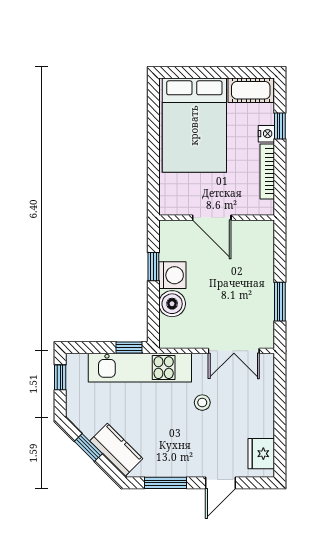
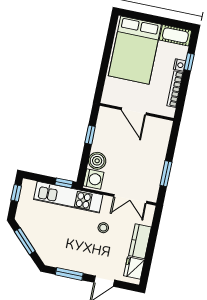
washing machine: (172, 275) -> (94, 179), moved
window: (88, 447) -> (25, 241), width x1.50
kitchen counter: (116, 450) -> (140, 241), moved, turned -135

